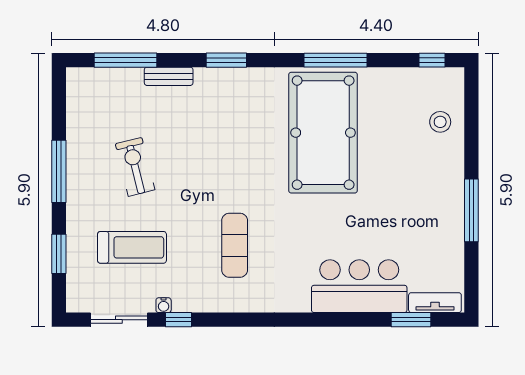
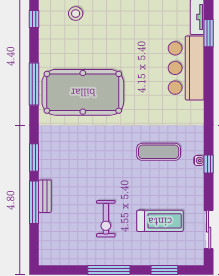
window: (126, 60) -> (34, 202), moved
exercise bike: (135, 167) -> (106, 219), turned -76
treadmill: (132, 247) -> (160, 221), turned 90
water cooler: (164, 305) -> (199, 160), moved
window: (178, 320) -> (209, 164), moved

